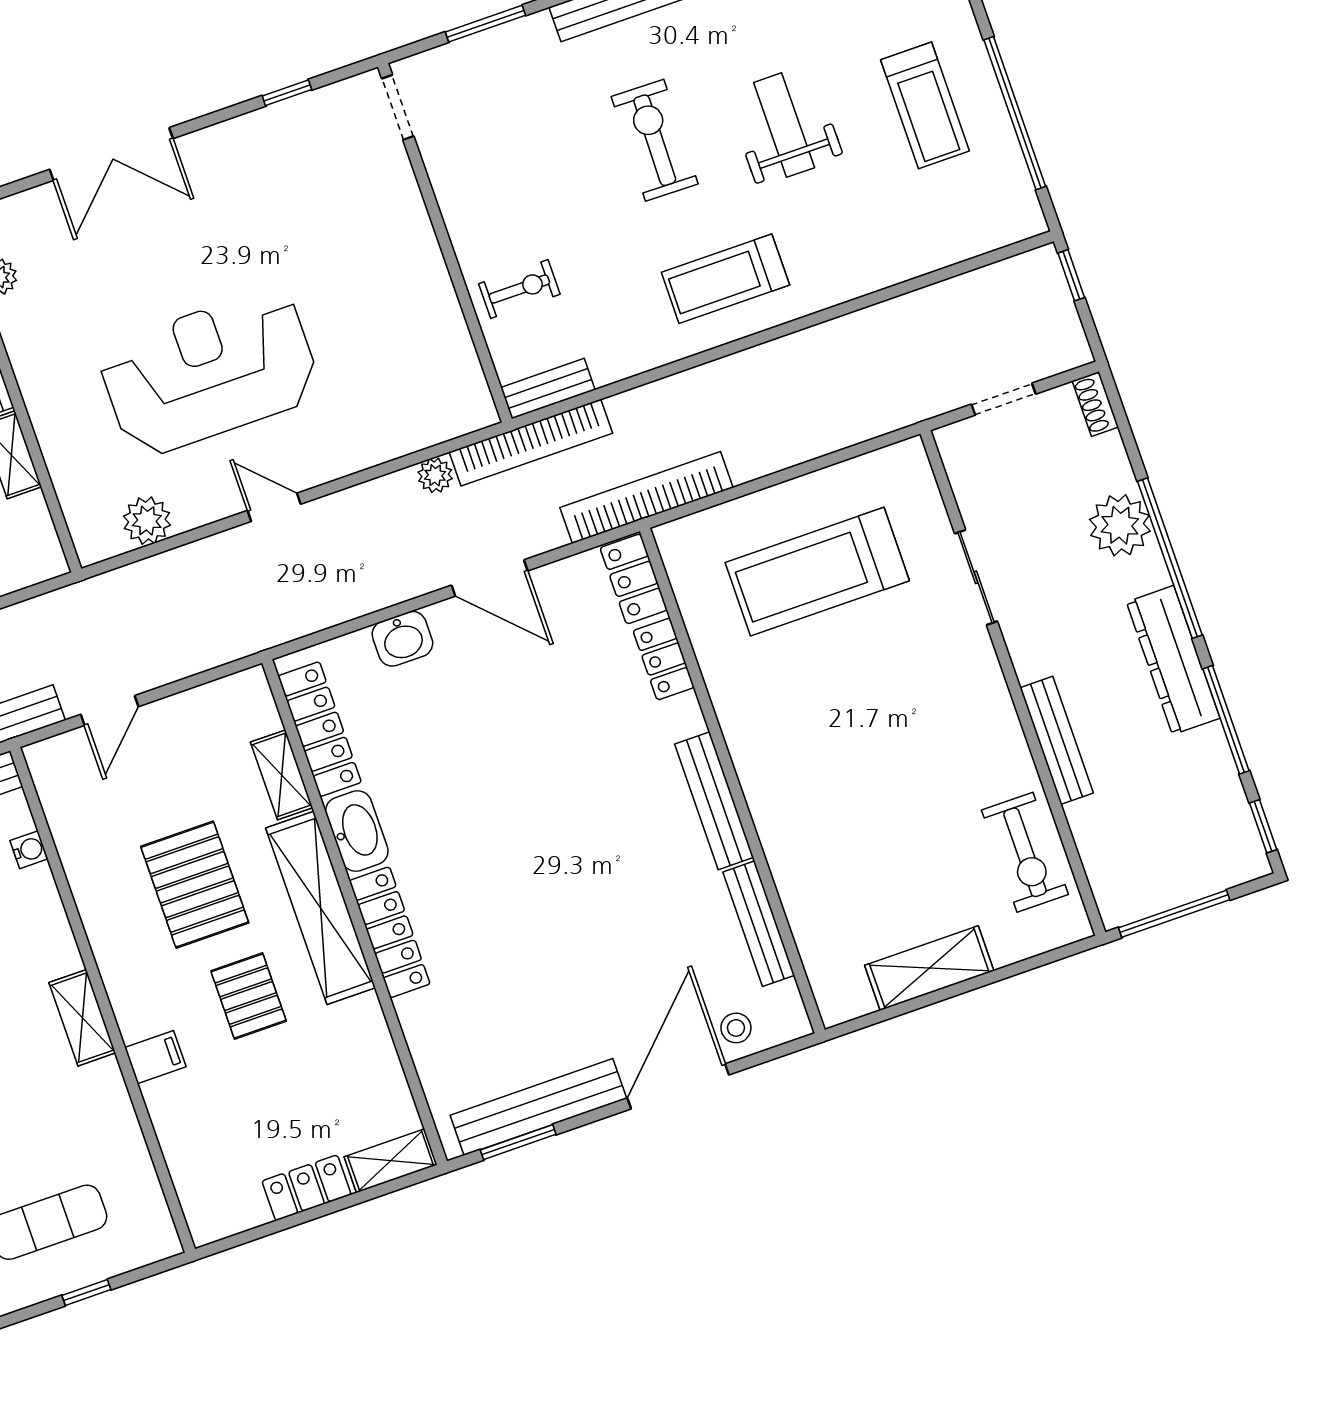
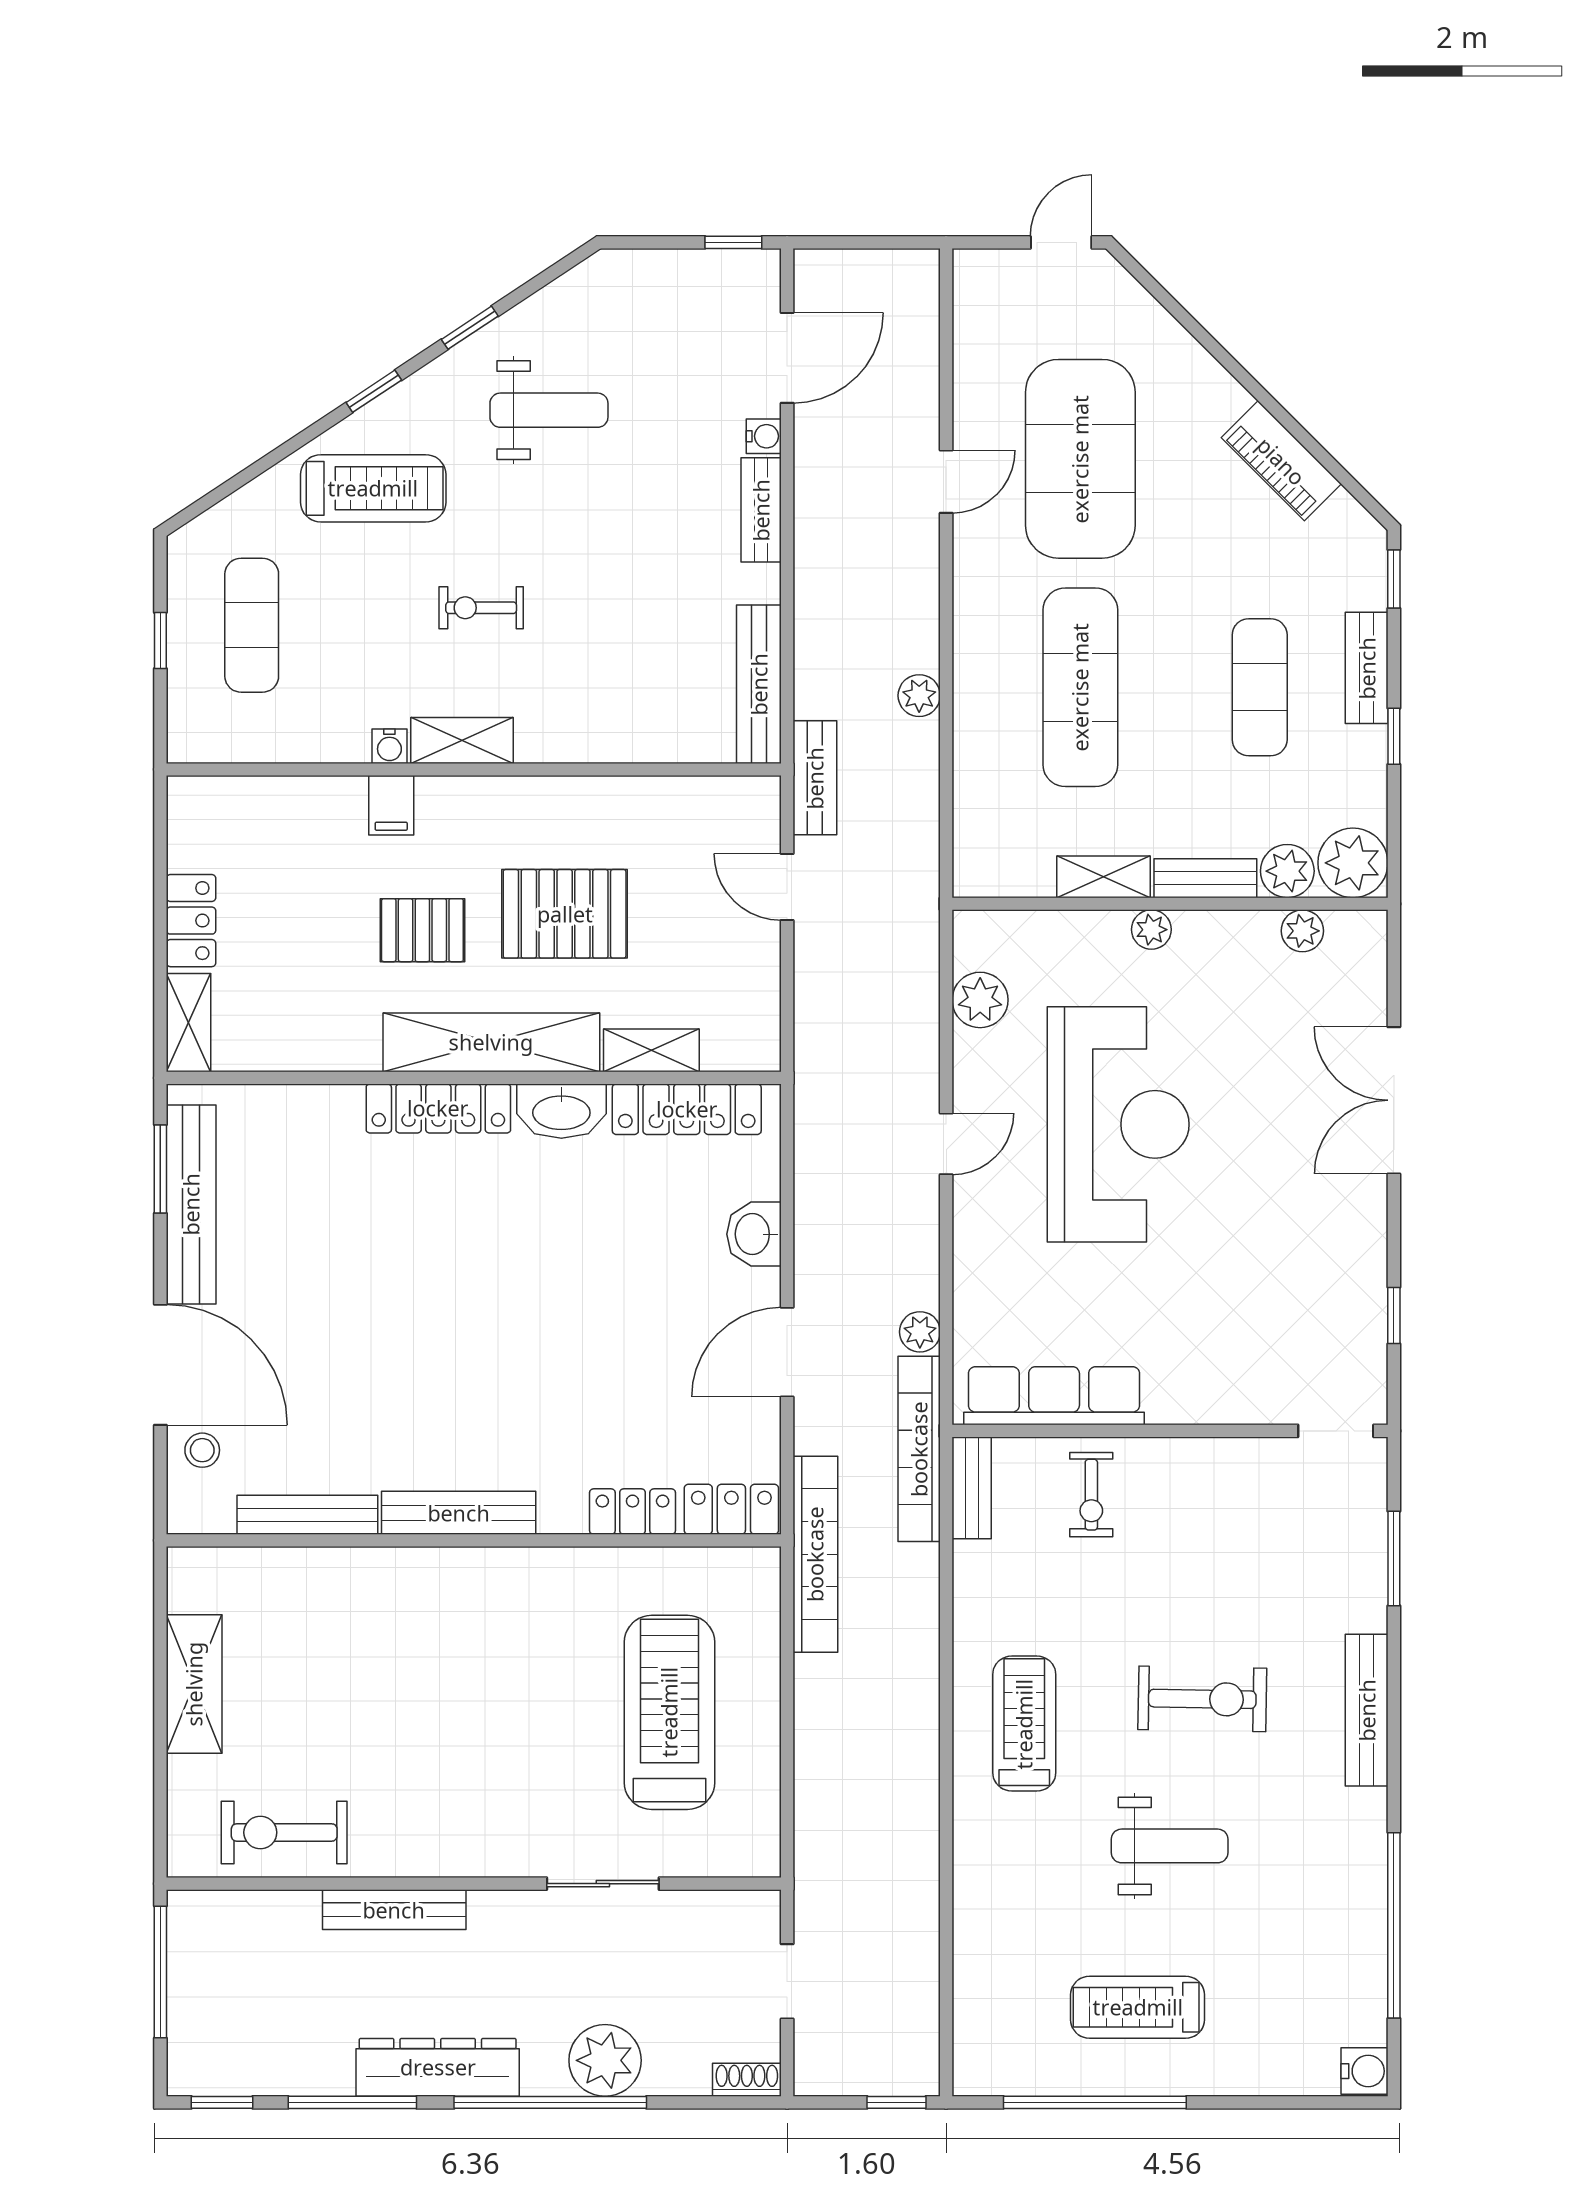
row of seats: (449, 348) -> (1054, 1396), added
plant: (41, 401) -> (1151, 930), added
water cooler: (29, 850) -> (389, 746), moved

